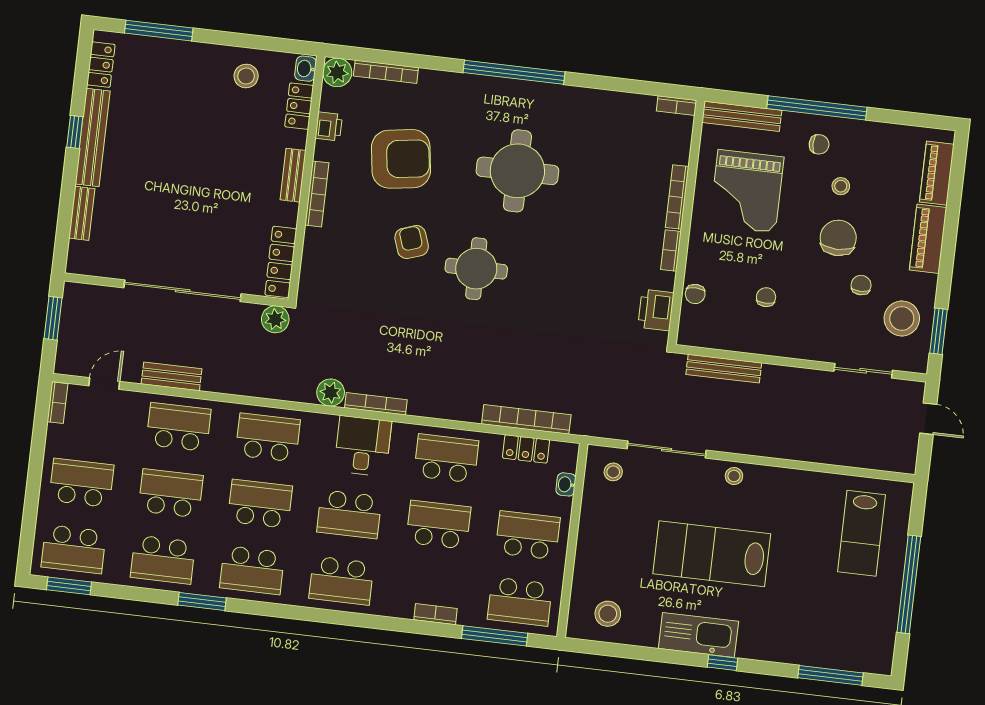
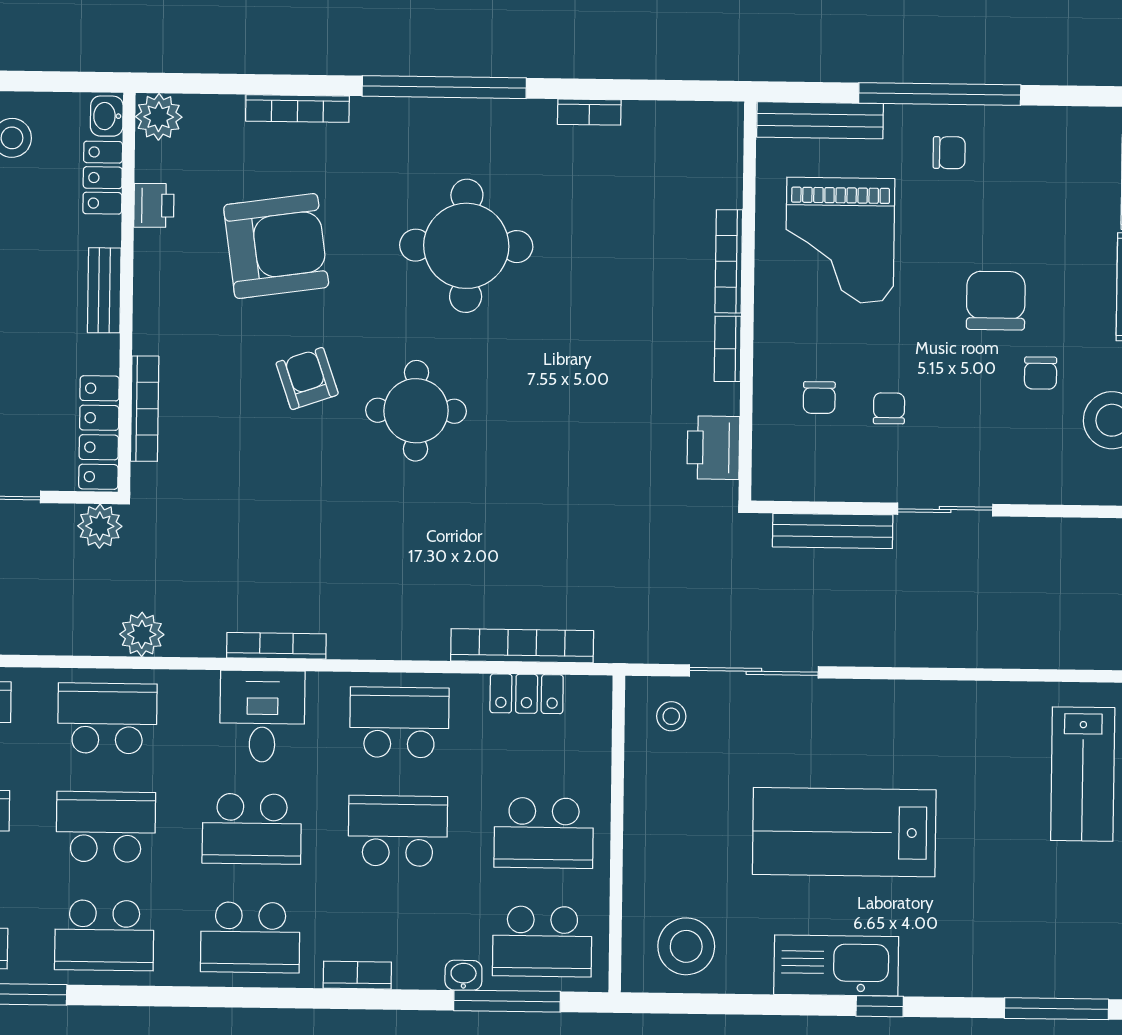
bookcase: (386, 72) -> (297, 109), moved
bookcase: (677, 106) -> (589, 112), moved
stool: (841, 186) -> (991, 217), removed
bookcase: (317, 194) -> (145, 409), moved
chair: (861, 285) -> (1041, 373), turned 180
chair: (695, 294) -> (819, 398), moved
sliding door: (863, 371) -> (945, 509), moved
plant: (331, 393) -> (142, 634), moved
stool: (734, 476) -> (867, 703), removed
washbasin: (566, 484) -> (463, 975), moved, turned 90
school desk: (528, 535) -> (544, 833), turned 180
bookcase: (435, 614) -> (357, 975), moved
stool: (608, 614) -> (686, 946), width x1.38, depth x1.38

